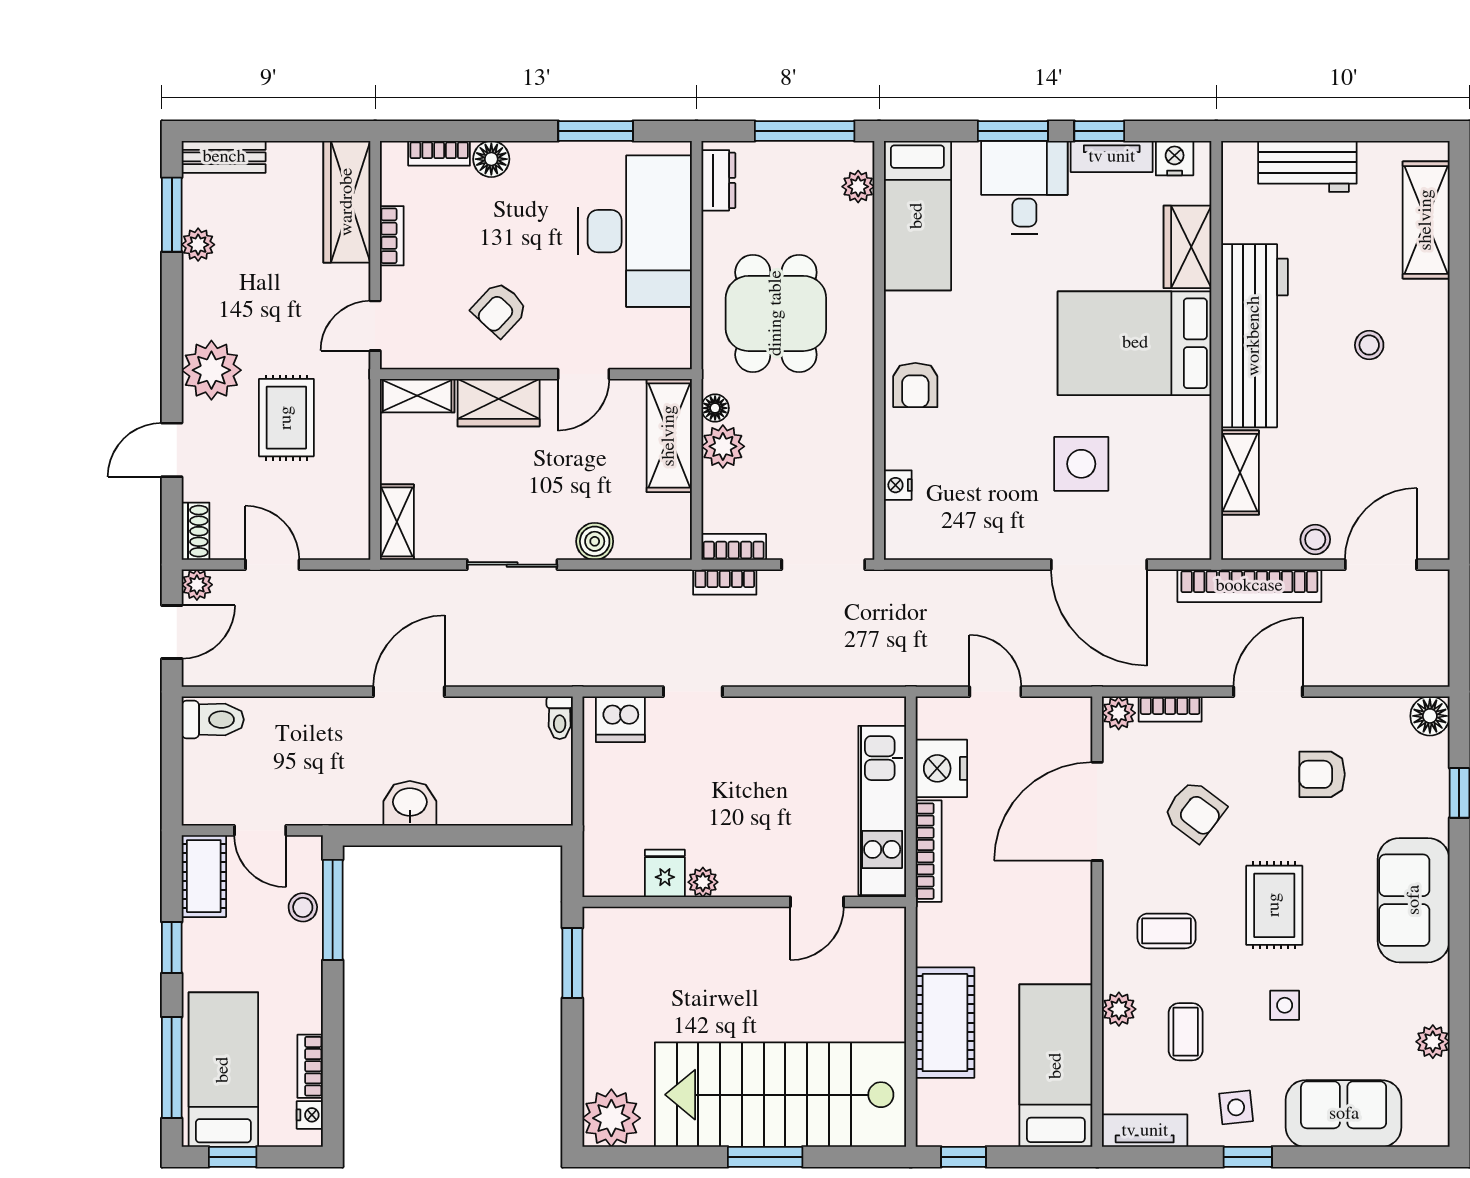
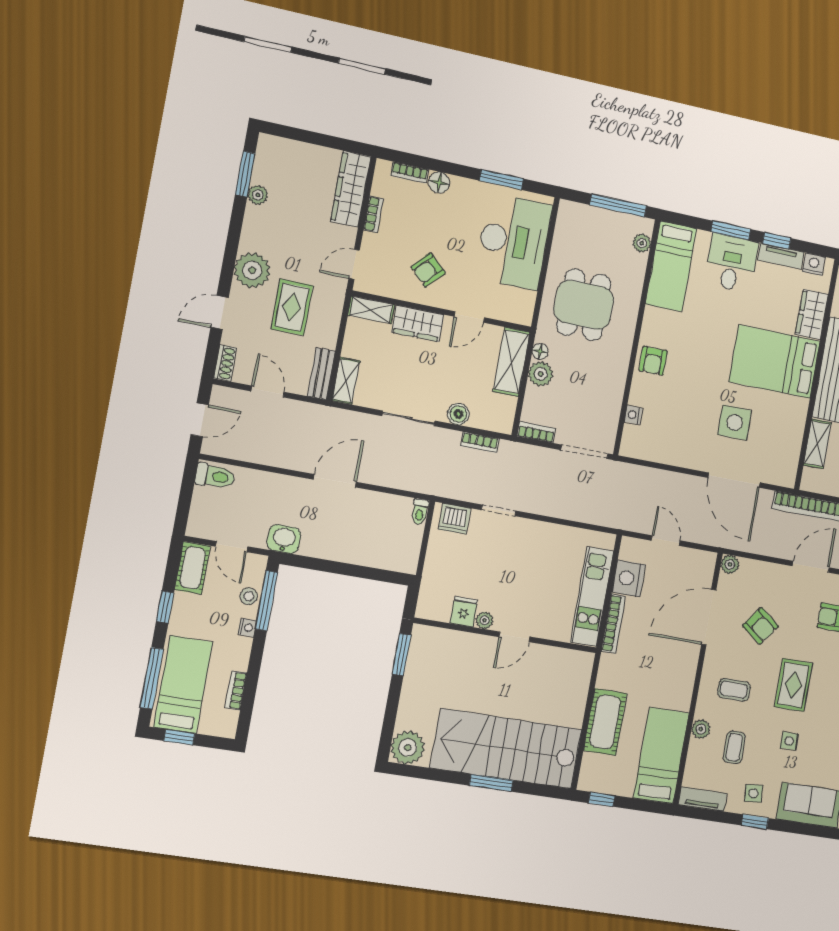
bench: (224, 157) -> (321, 374), moved, turned 90
dresser: (718, 180) -> (565, 223), removed
bookcase: (725, 582) -> (480, 442), moved
plant: (197, 585) -> (220, 395), removed
bookcase: (1170, 709) -> (758, 567), removed
washbasin: (410, 803) -> (284, 539), moved
door: (817, 902) -> (515, 637), moved
nightstand: (310, 1115) -> (247, 628), moved

